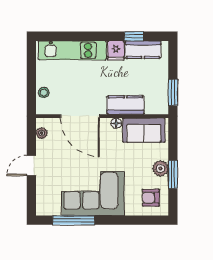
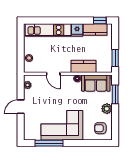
window: (134, 36) -> (100, 20), moved
door: (80, 116) -> (53, 74), width x0.53
window: (173, 174) -> (115, 94), moved

